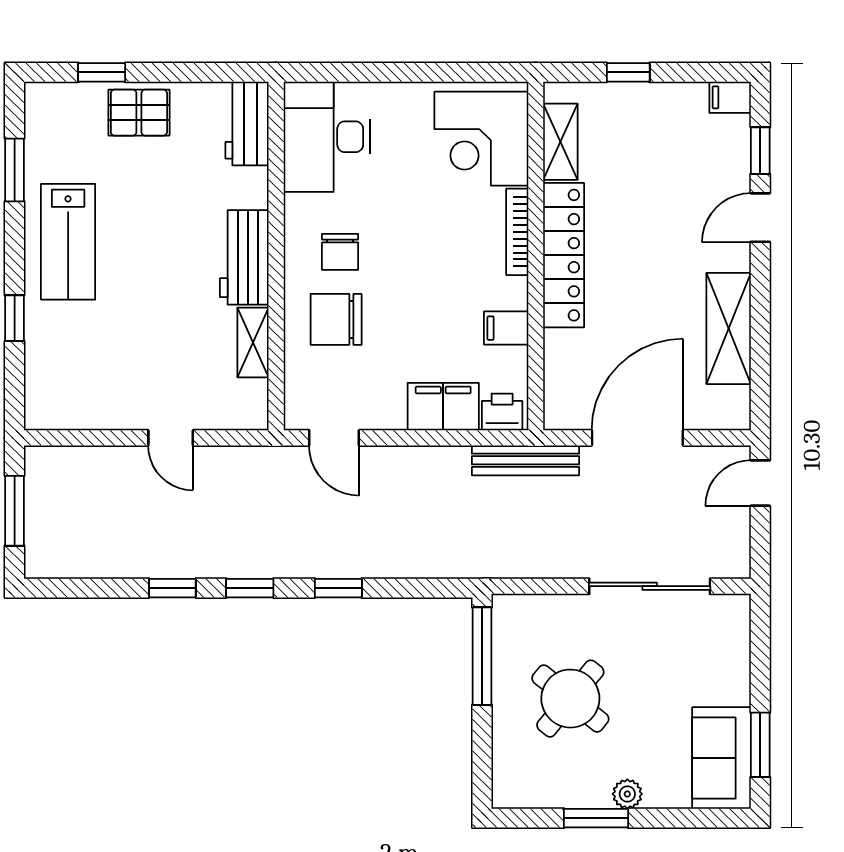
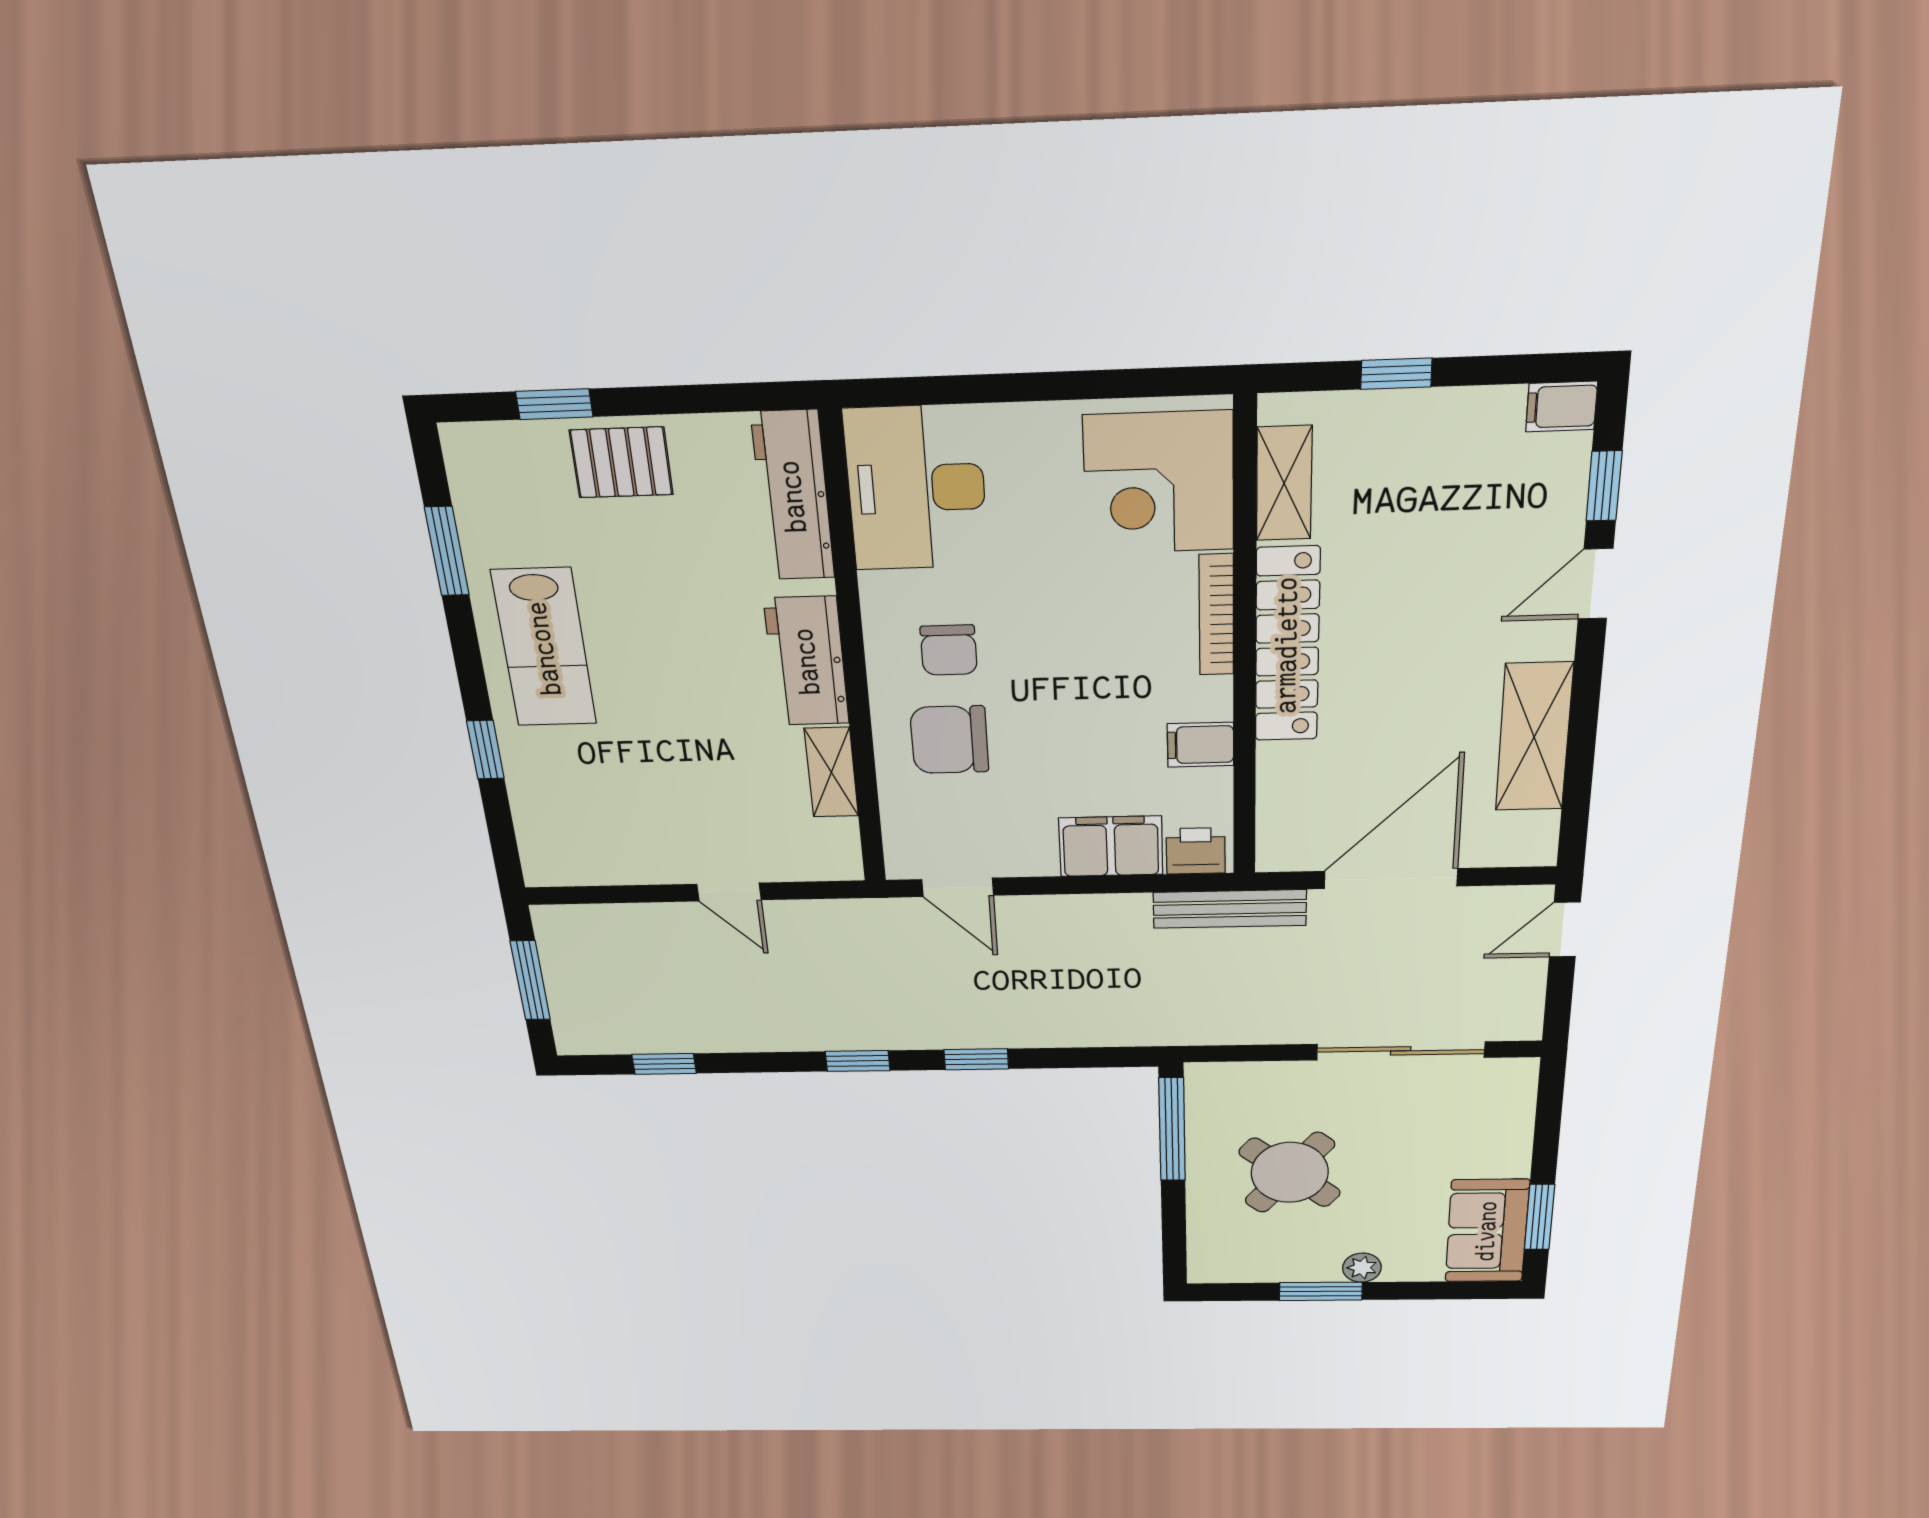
workbench: (247, 124) -> (793, 496), width x1.38
window: (172, 588) -> (664, 1064), moved

